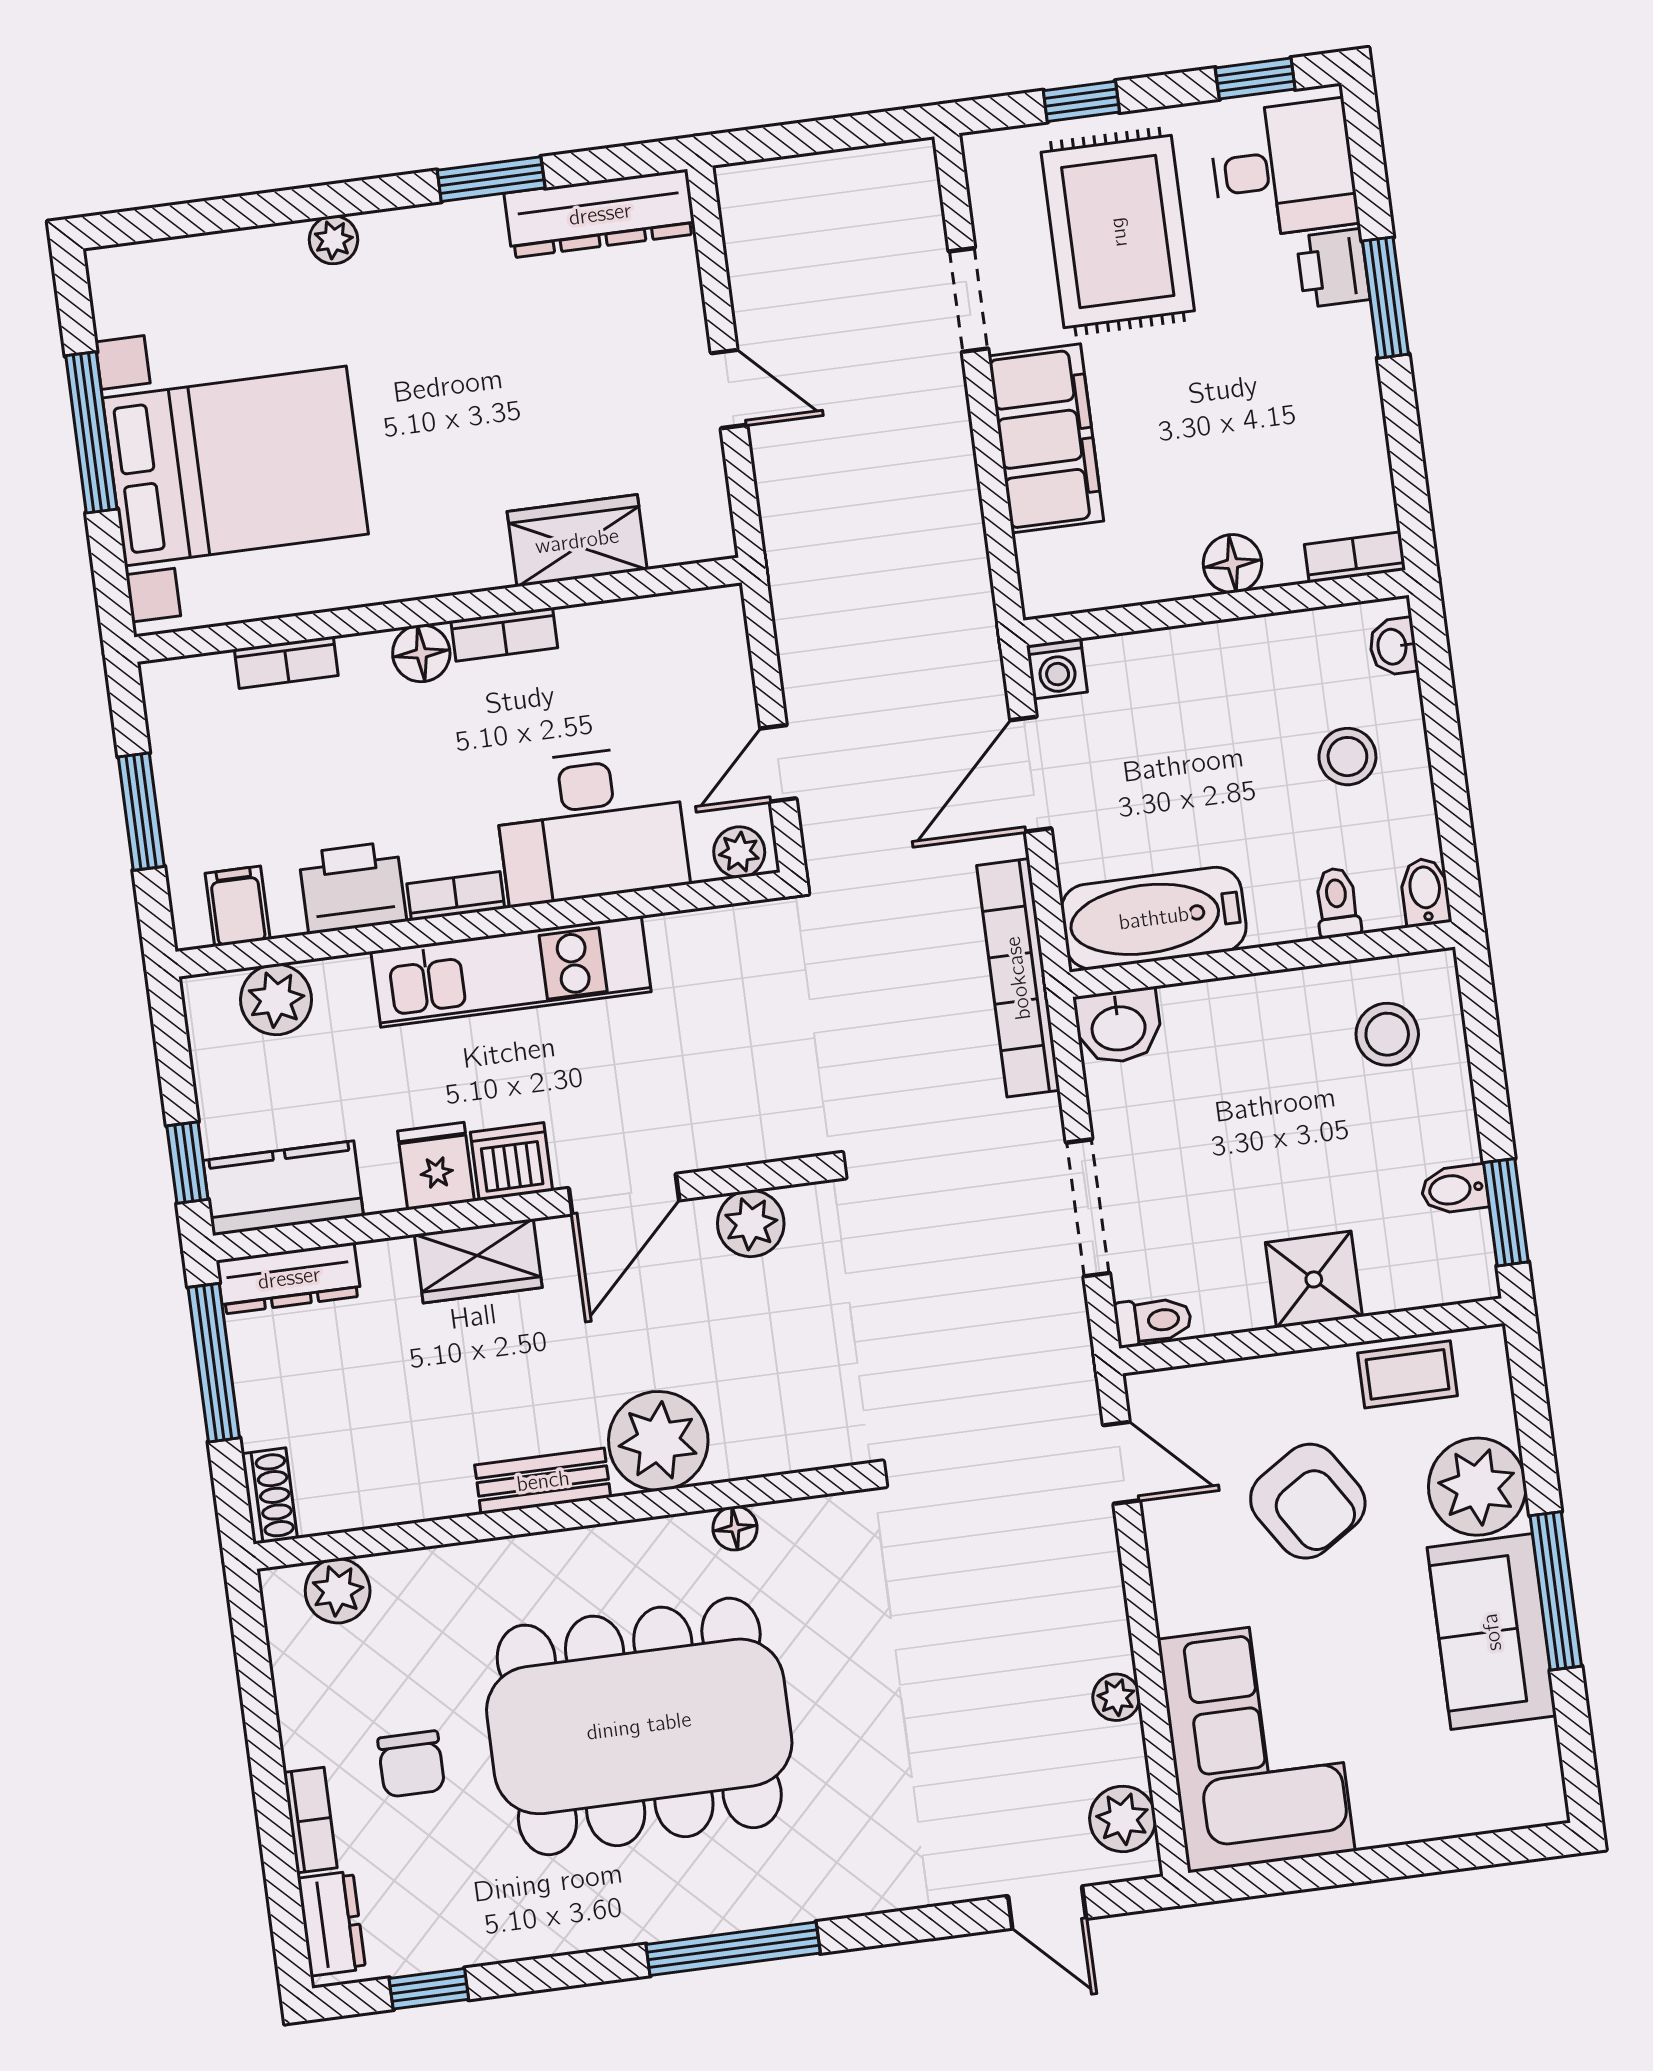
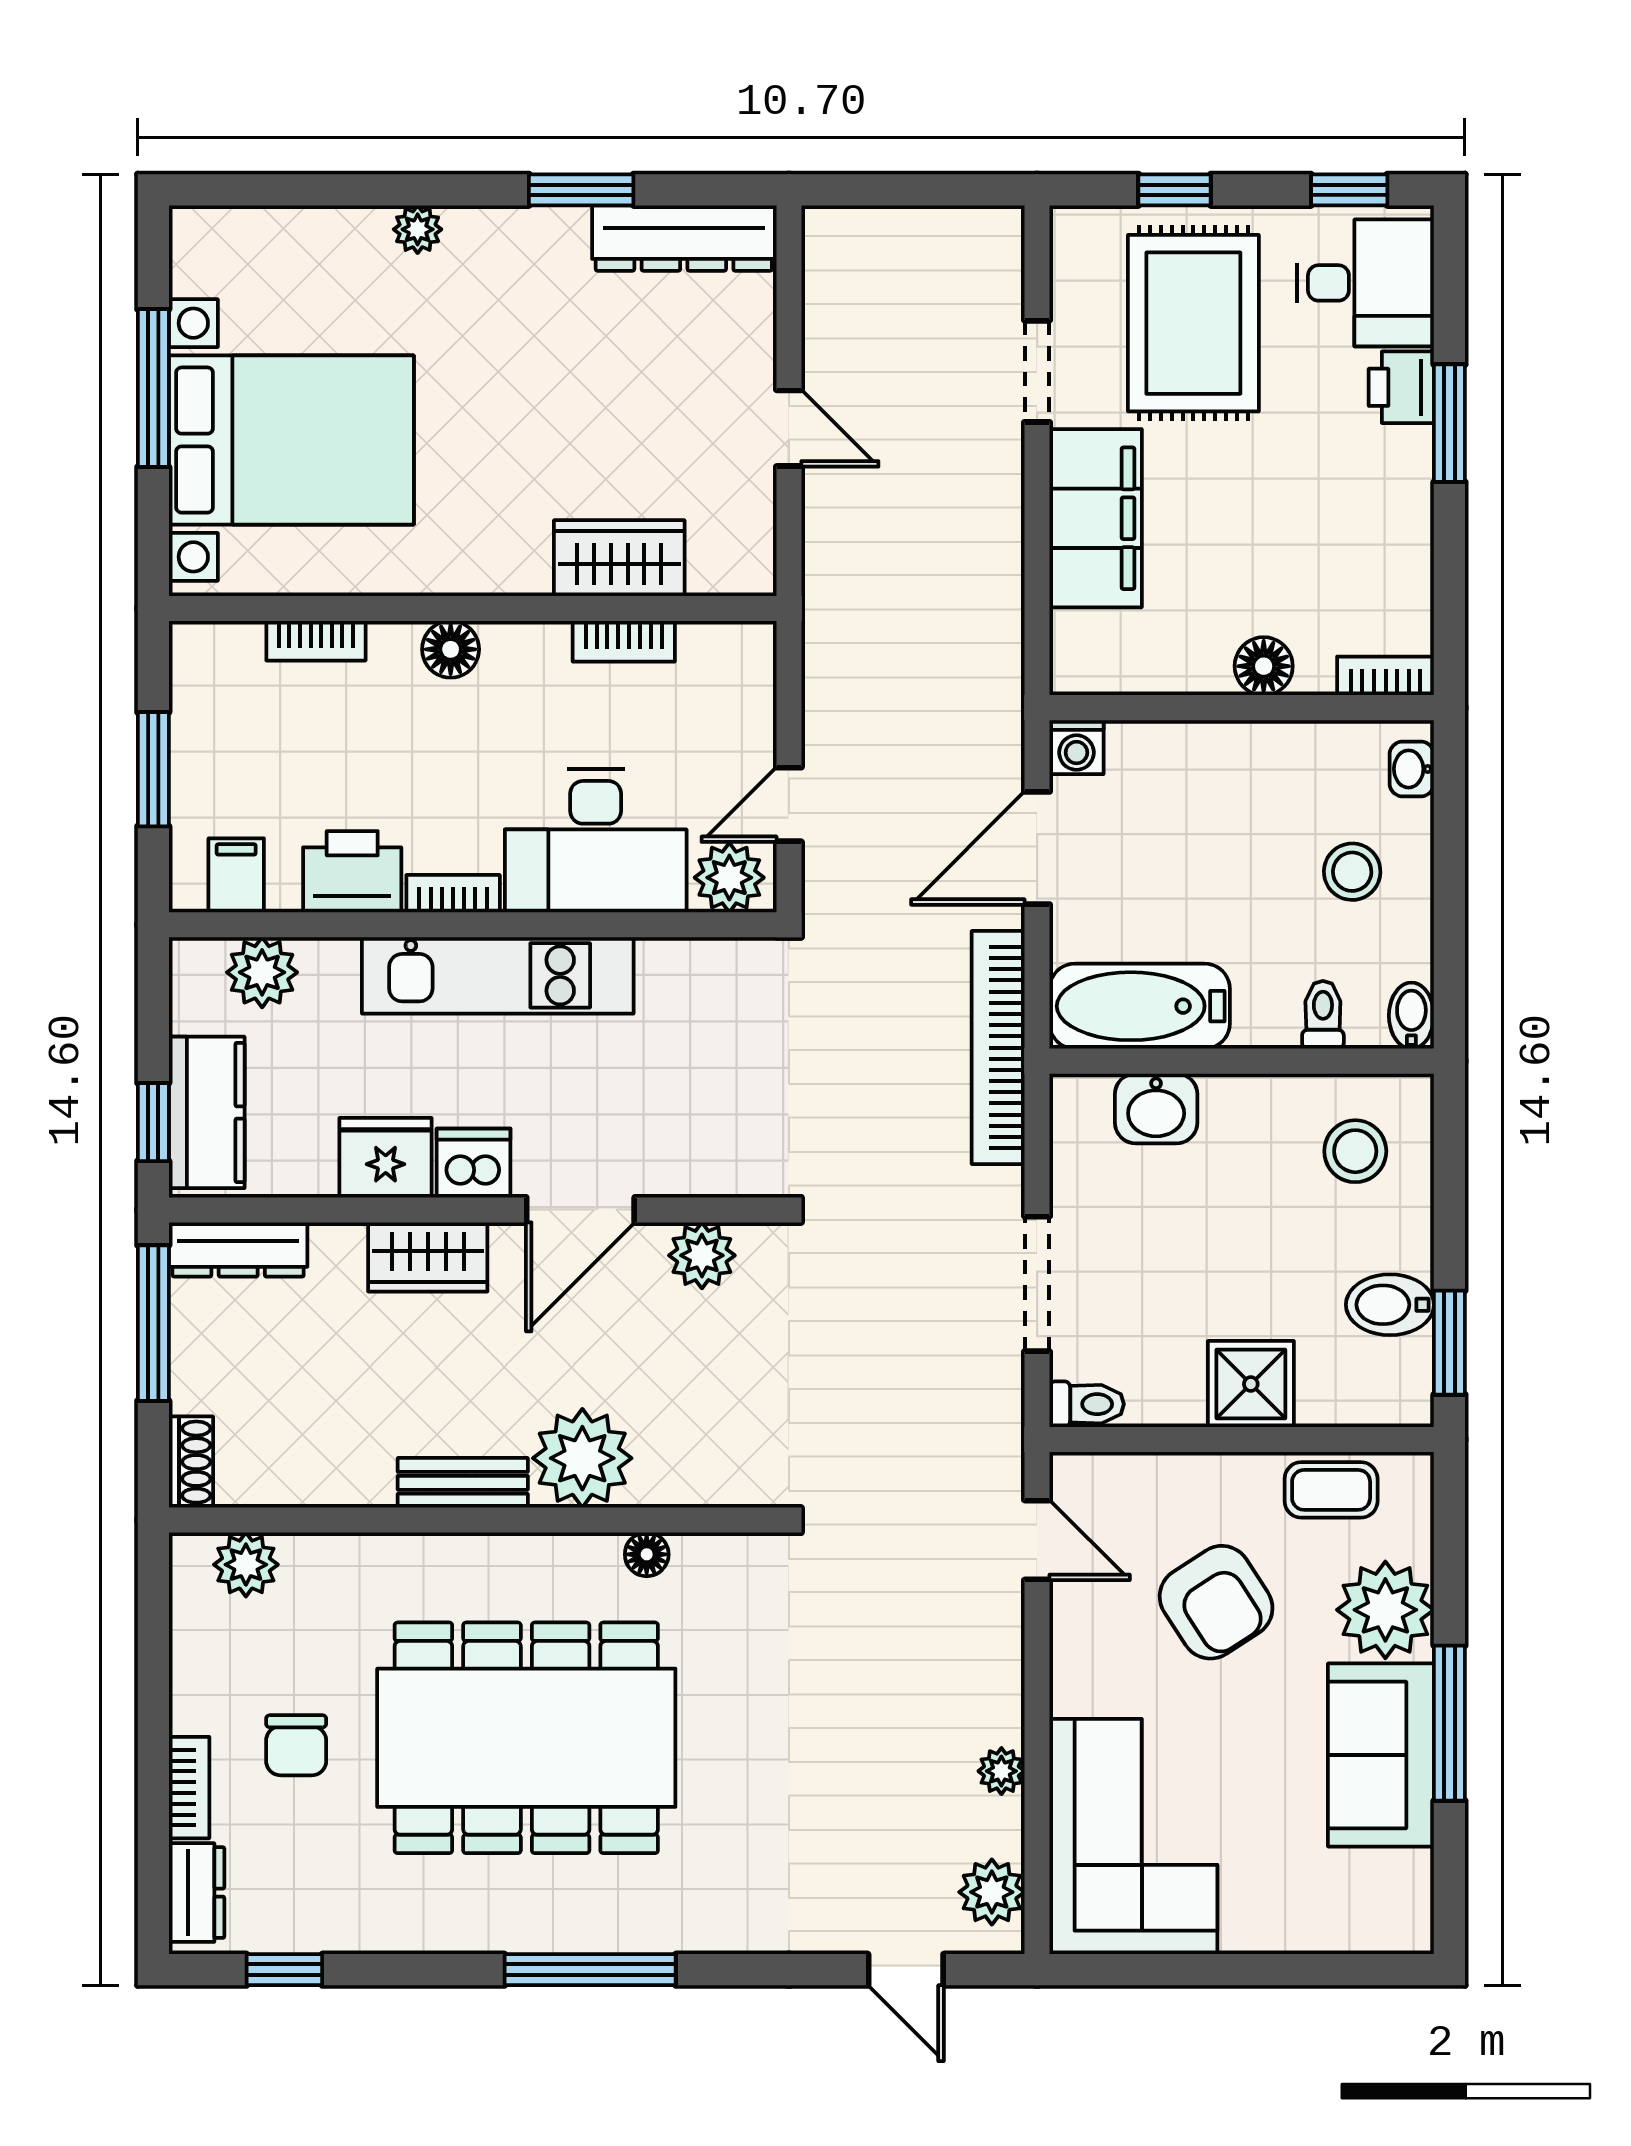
bookcase: (504, 634) -> (624, 641), moved
plant: (739, 852) -> (729, 878), width x1.38, depth x1.38
washbasin: (1118, 1026) -> (1156, 1108), moved
fridge: (436, 1166) -> (386, 1158), width x1.38
kitchen counter: (283, 1188) -> (207, 1112), moved, turned 90
bidet: (1454, 1189) -> (1390, 1305), width x1.38, depth x1.36

